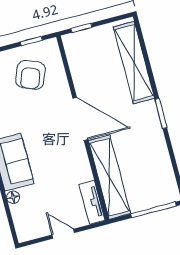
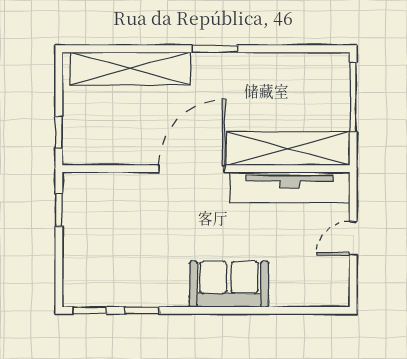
armchair: (31, 75) -> (108, 225), removed
floor lamp: (13, 197) -> (280, 297), removed
tv unit: (92, 202) -> (290, 187), width x1.92, depth x1.29

